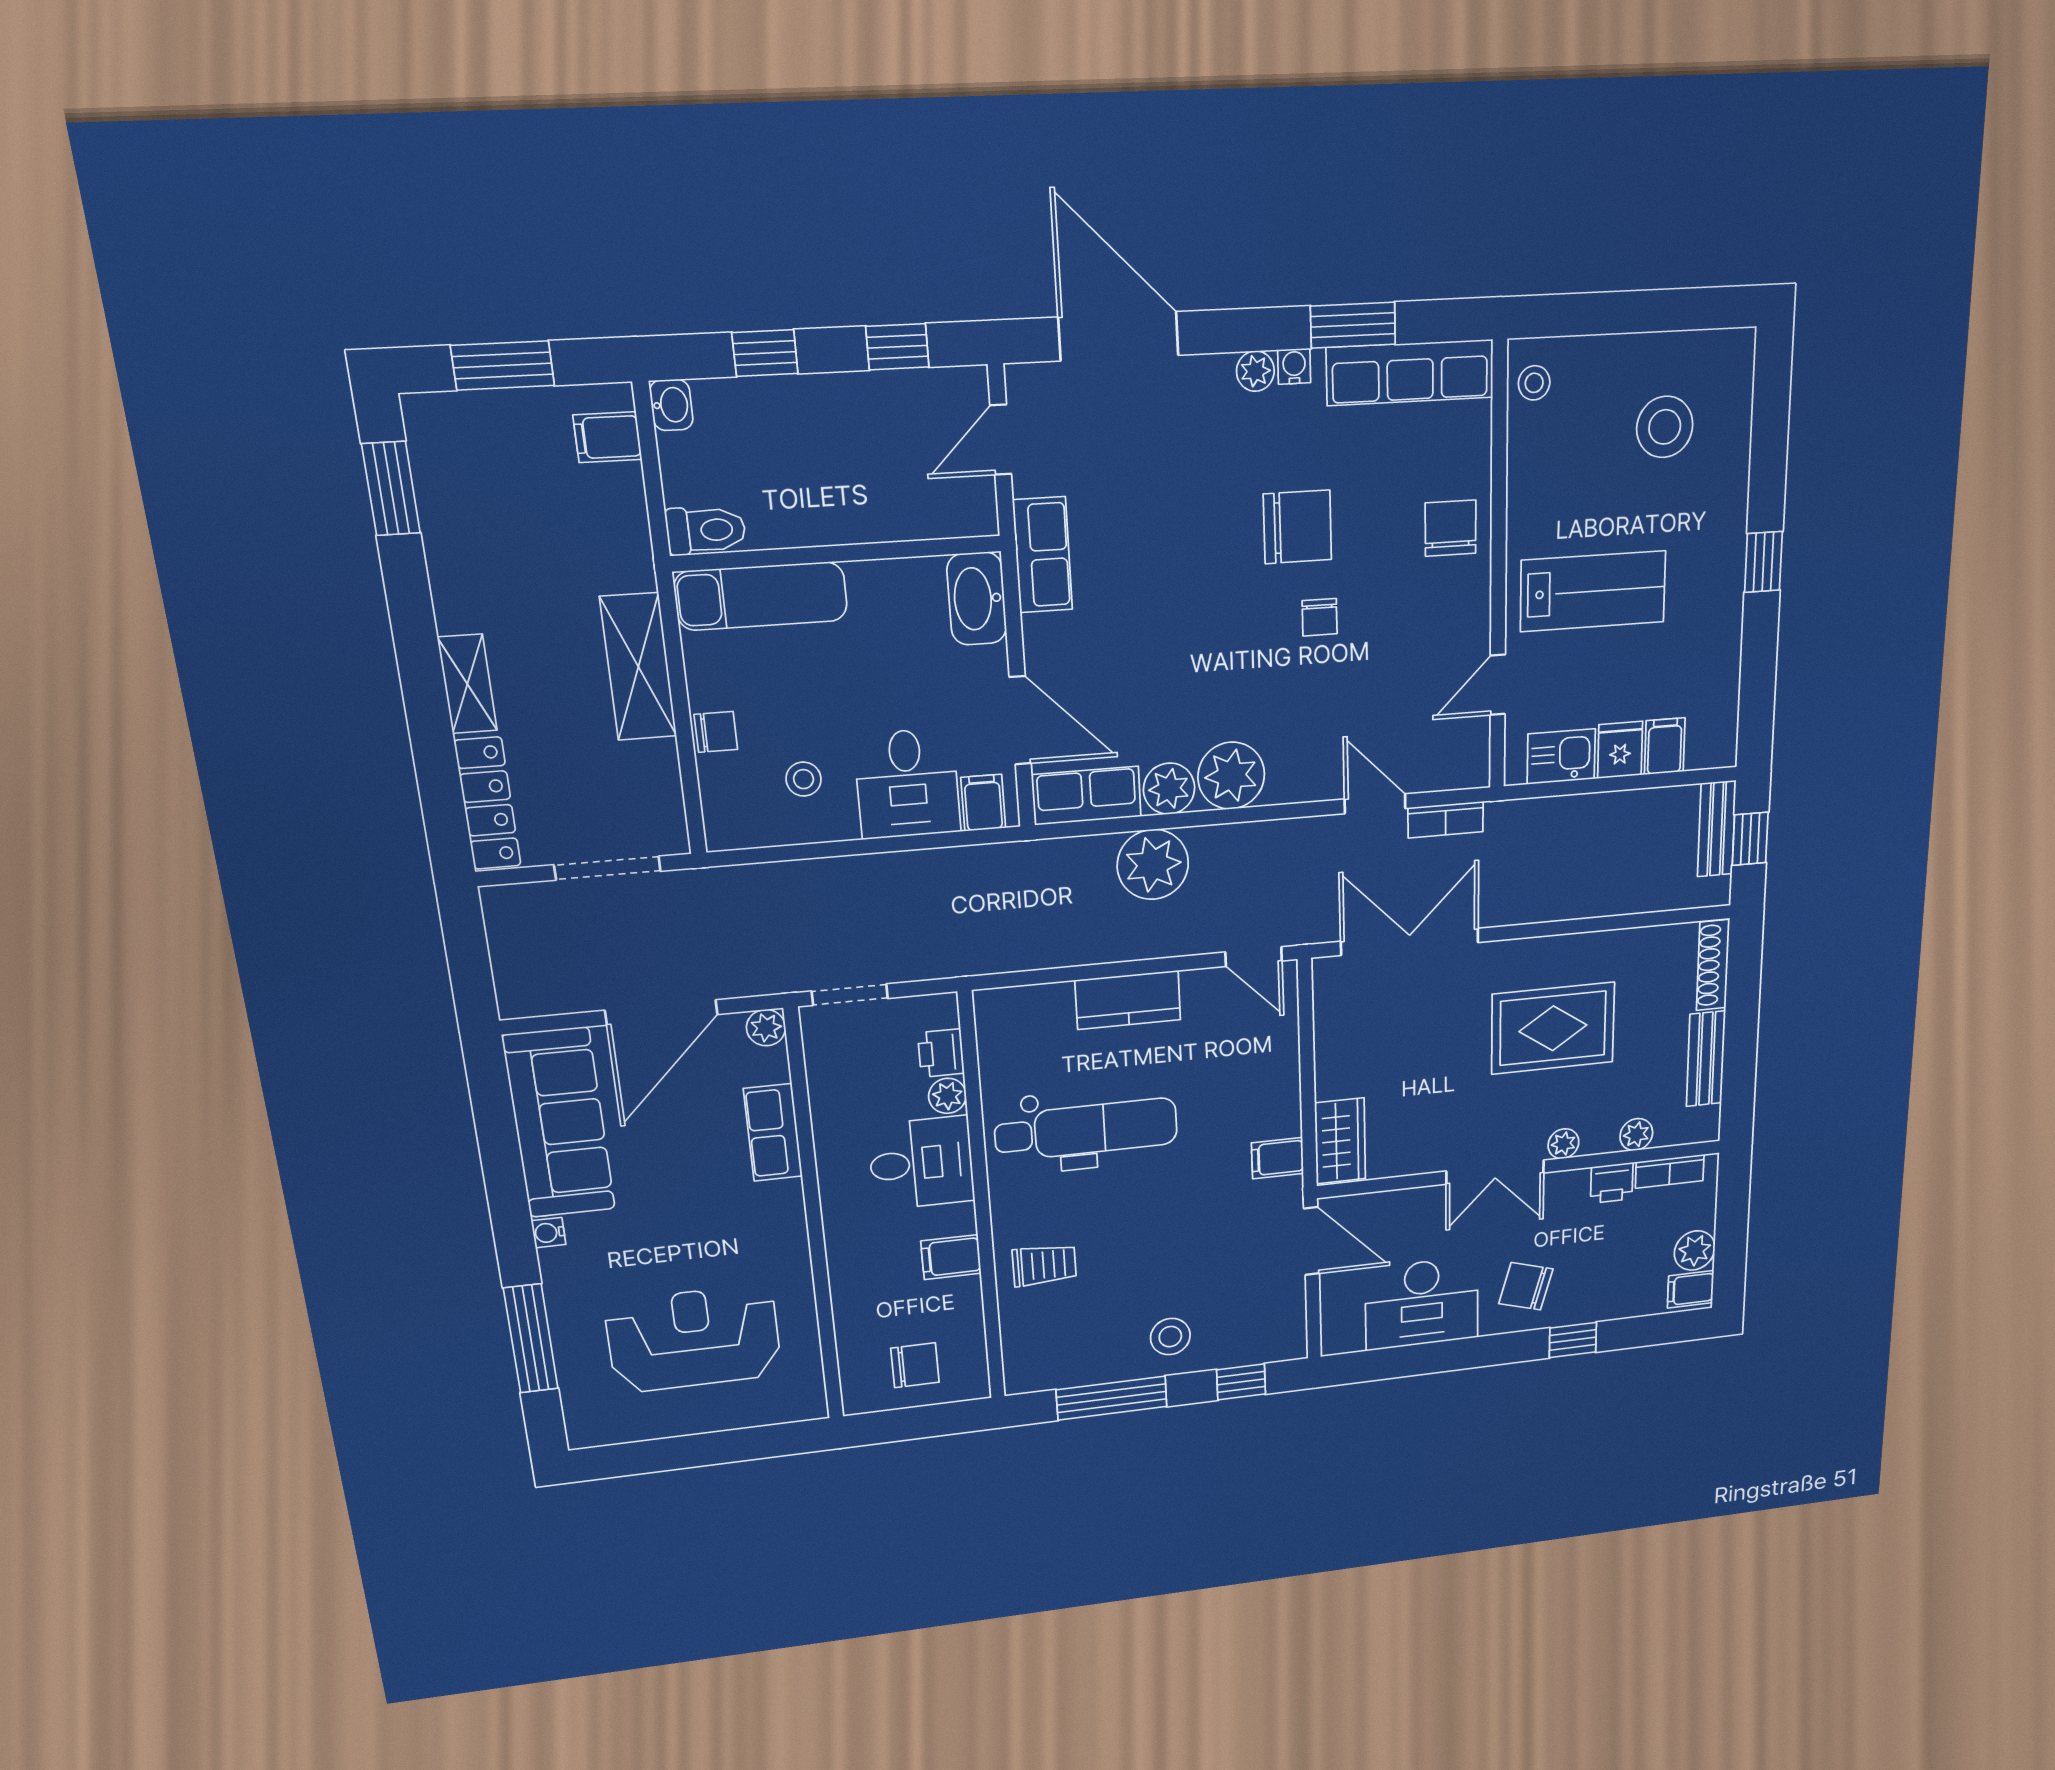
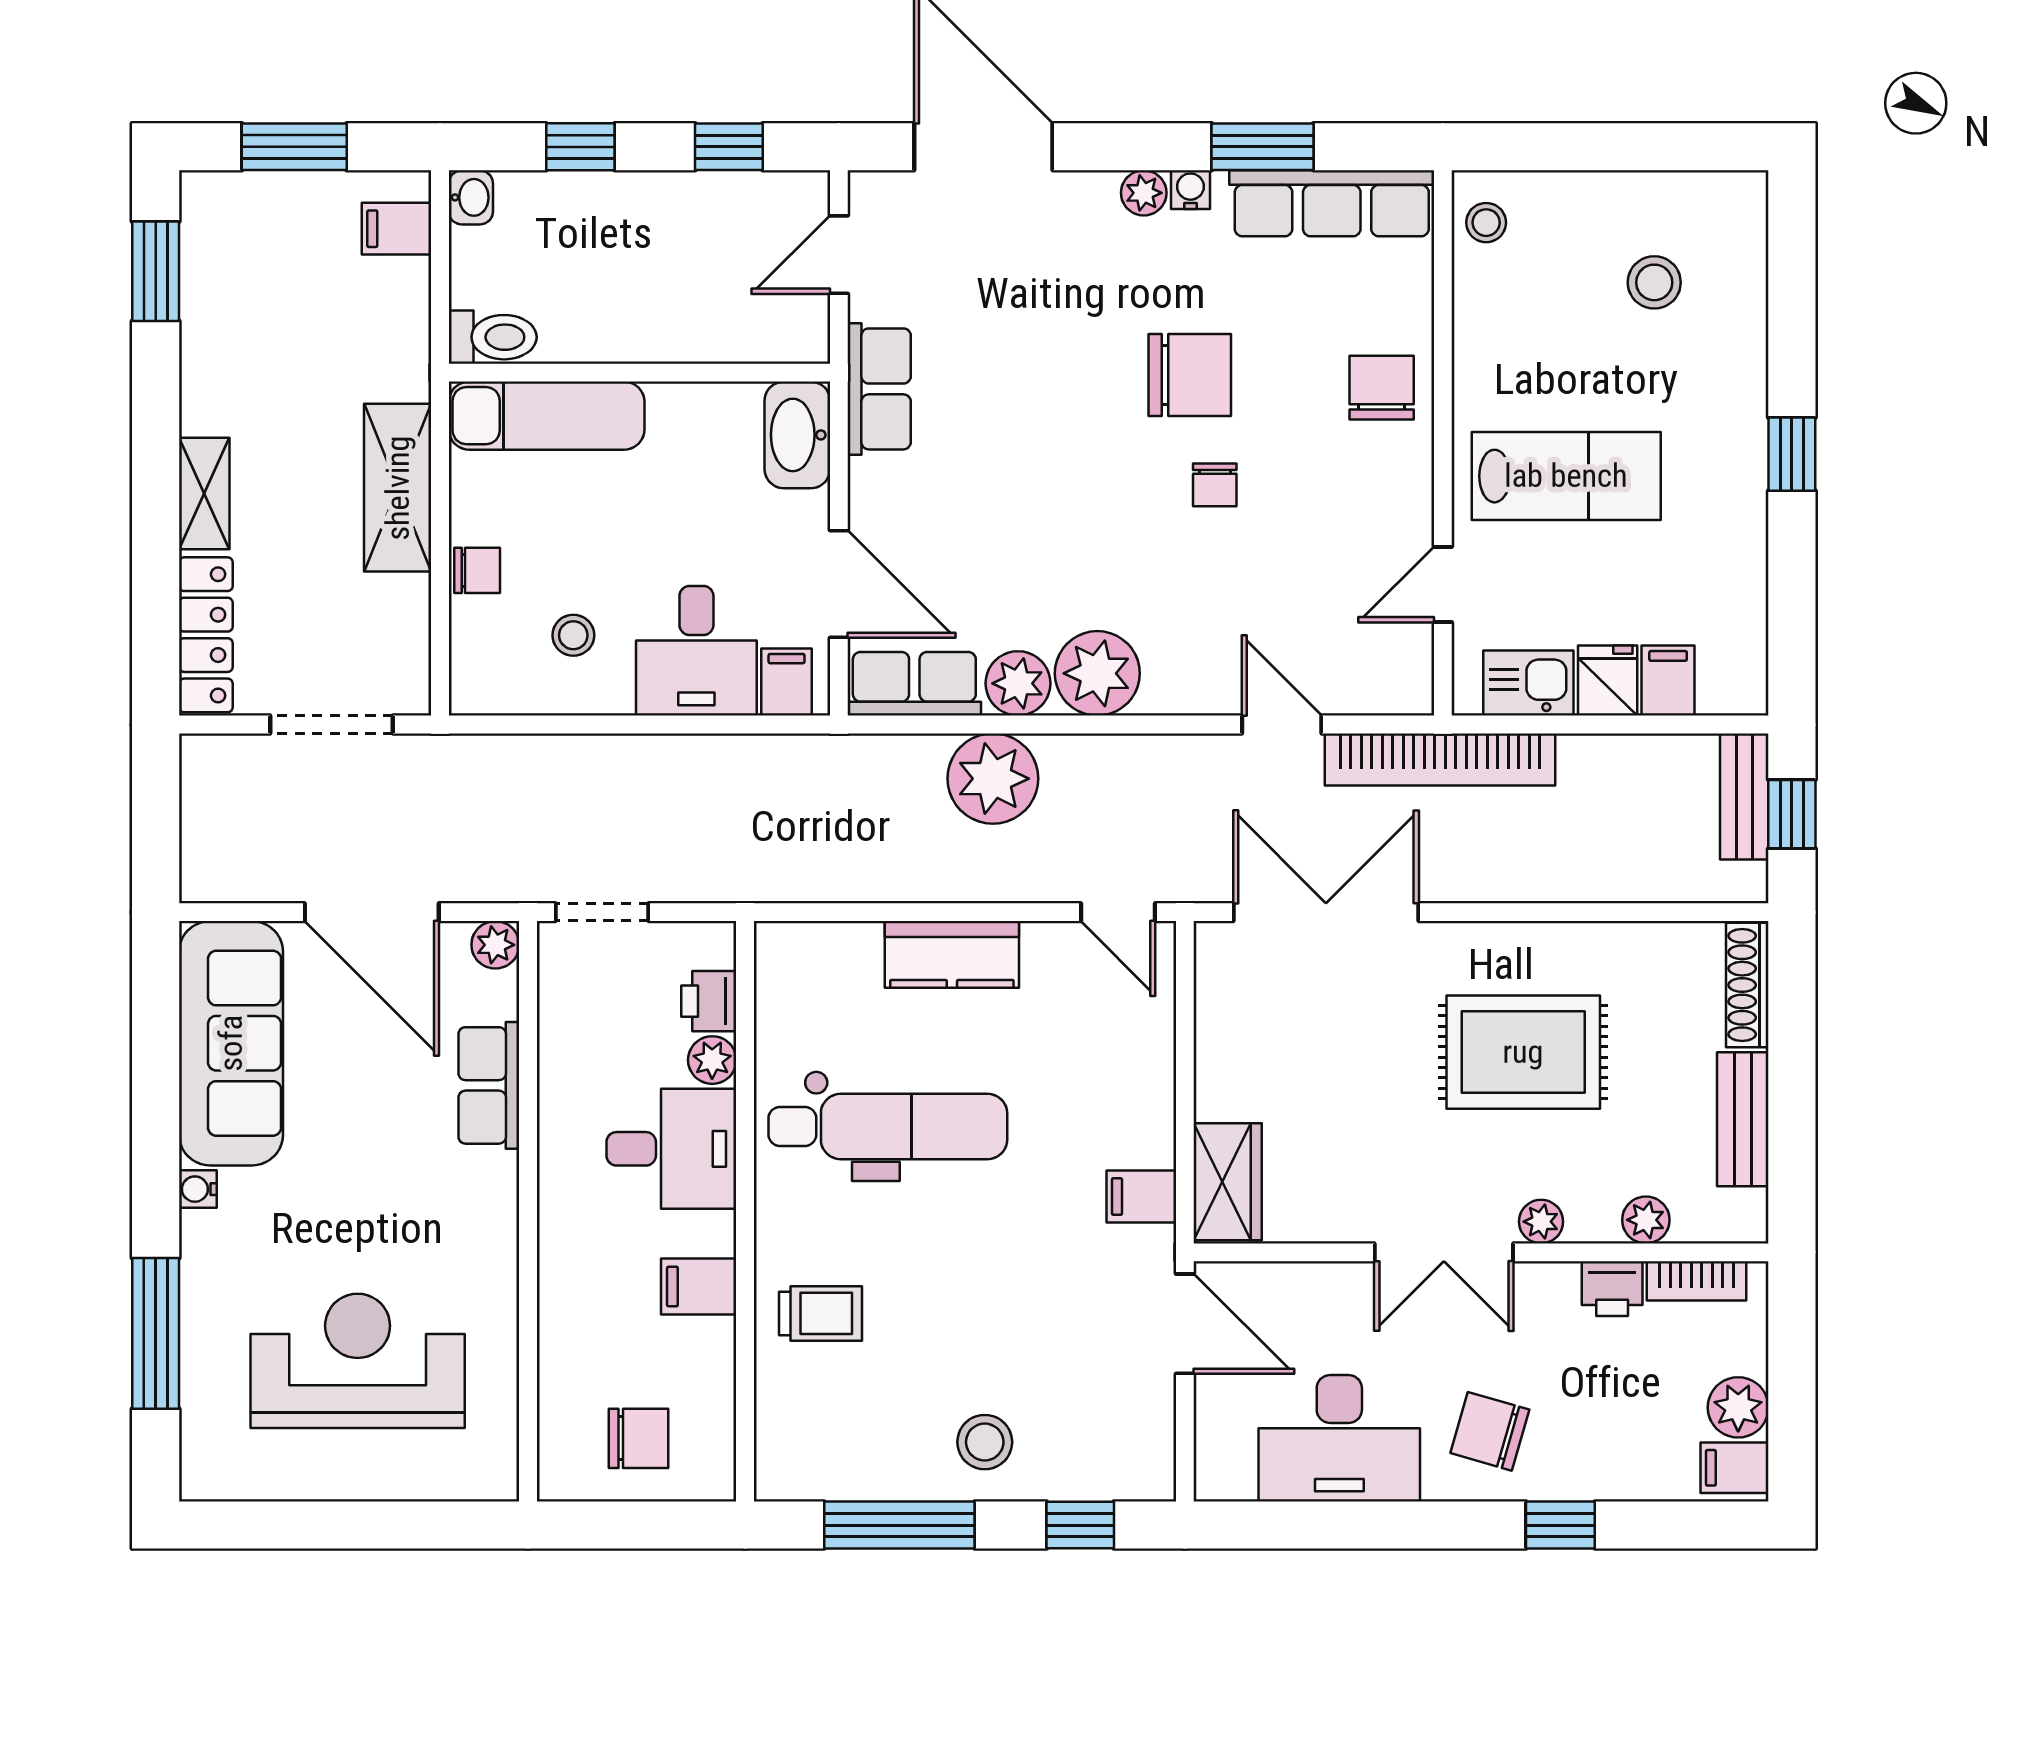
stool: (1665, 427) -> (1654, 282), width x0.73, depth x0.73
bookcase: (1446, 820) -> (1440, 759), width x2.31, depth x1.31
door: (661, 1012) -> (372, 912), hinge flipped

